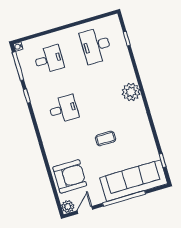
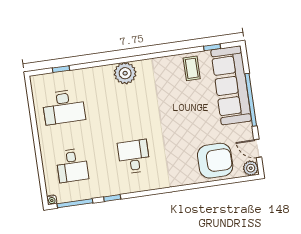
desk: (49, 59) -> (72, 165), turned 180
coffee table: (106, 138) -> (192, 68), moved
armchair: (70, 176) -> (215, 161), turned 90

